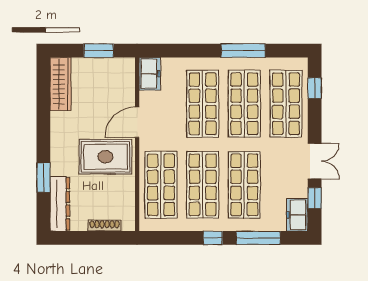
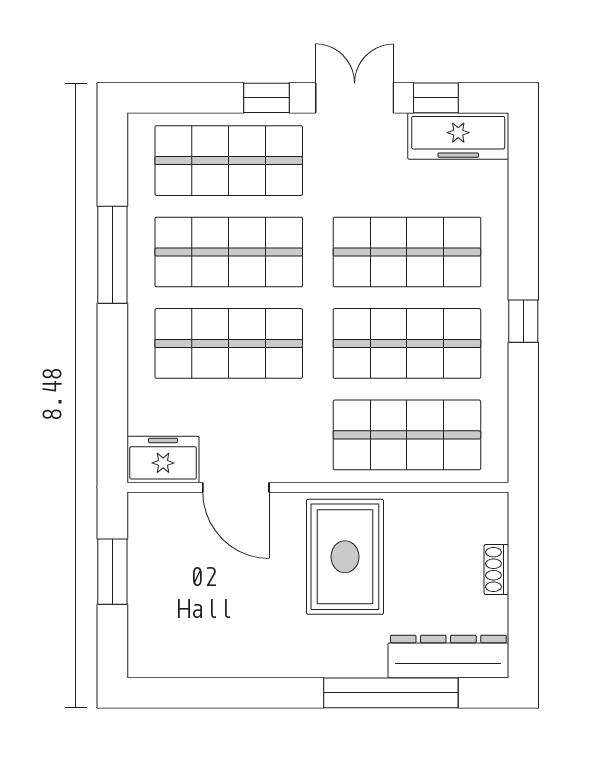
wardrobe: (60, 84) -> (186, 655), removed
window: (315, 88) -> (267, 98), moved
door: (137, 122) -> (236, 487), moved
window: (43, 178) -> (391, 693), width x2.11
freezer: (297, 215) -> (458, 136), width x1.40
shoe rack: (105, 226) -> (496, 569), width x0.70
window: (258, 238) -> (523, 222), removed

